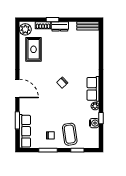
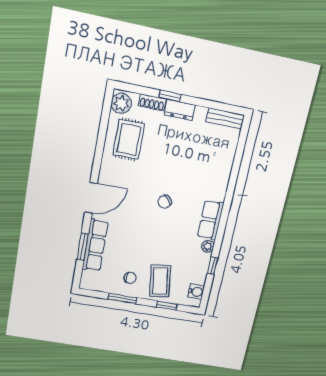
door: (17, 89) -> (91, 198), hinge flipped
water cooler: (94, 123) -> (196, 292), moved
row of seats: (25, 131) -> (95, 245), moved

